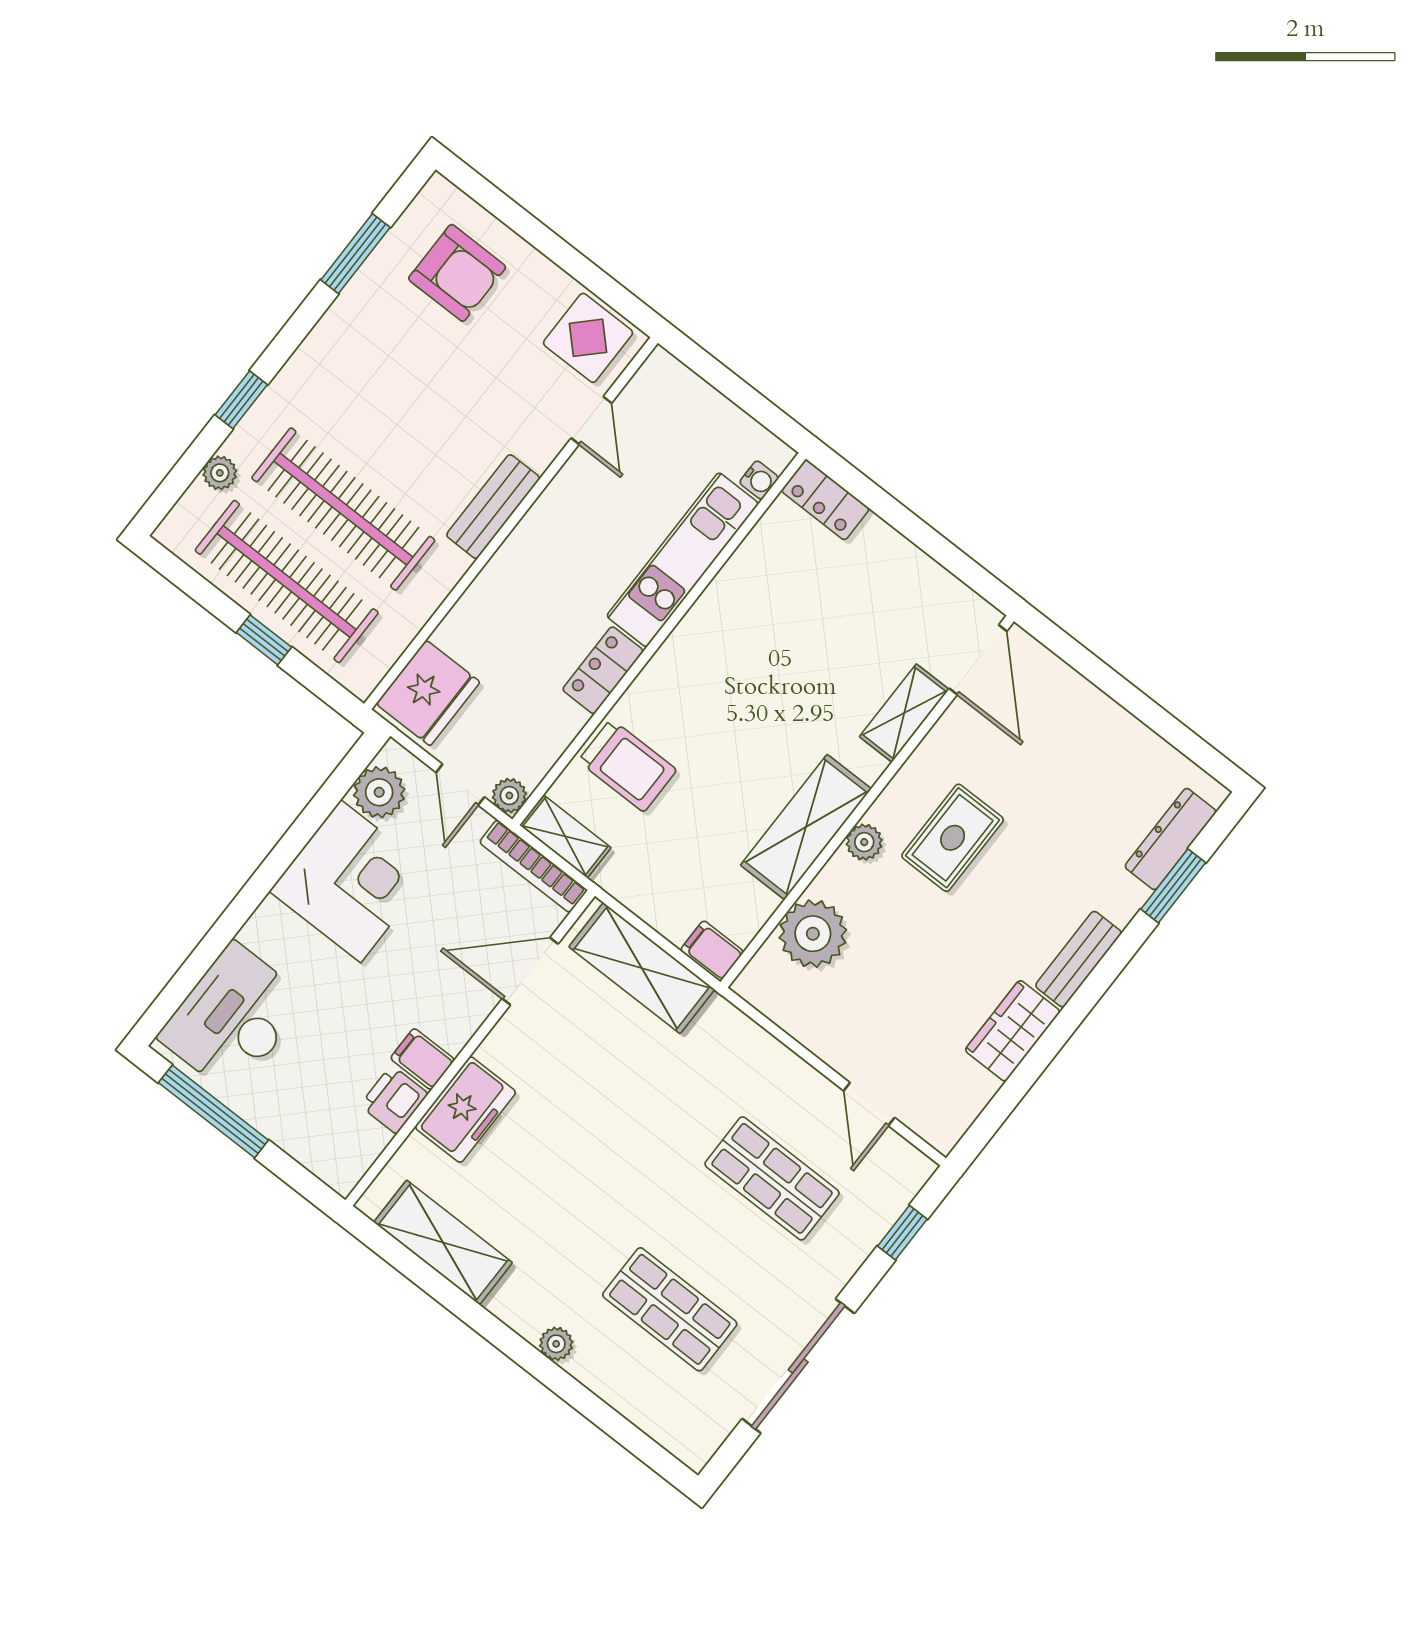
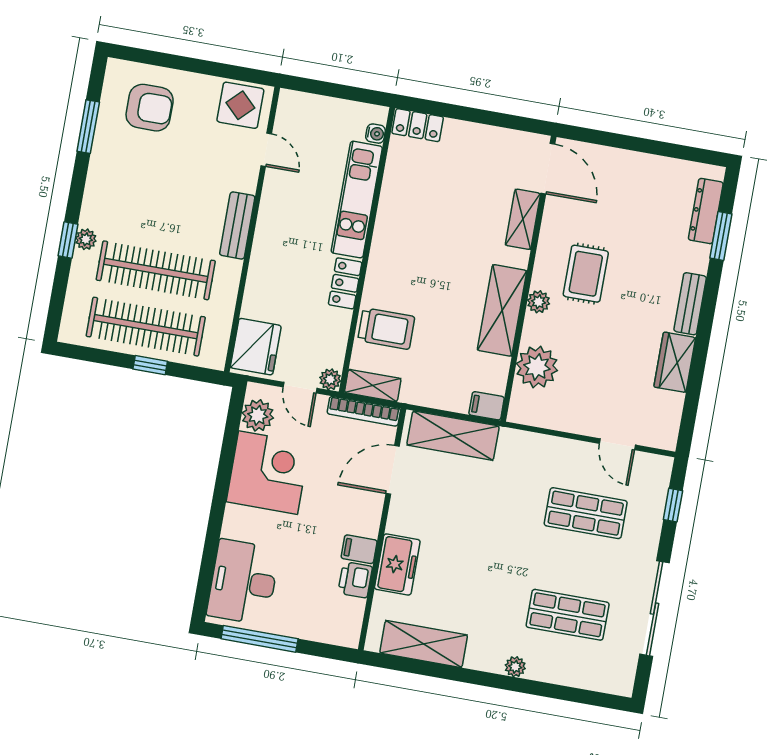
plant: (220, 473) -> (86, 239), moved

